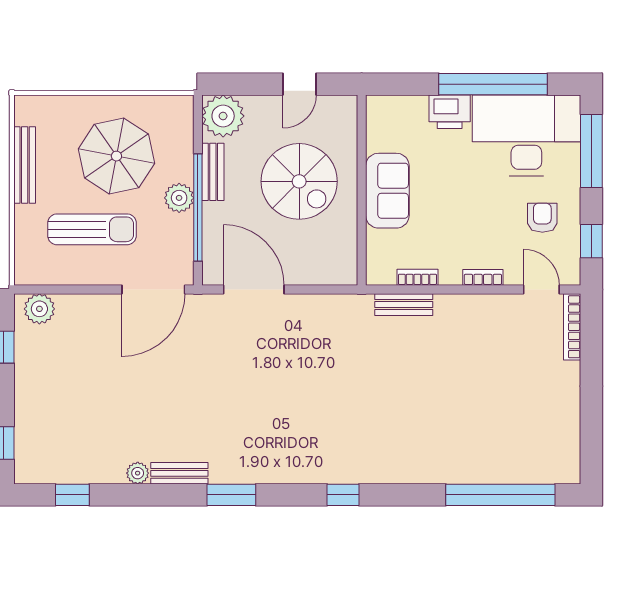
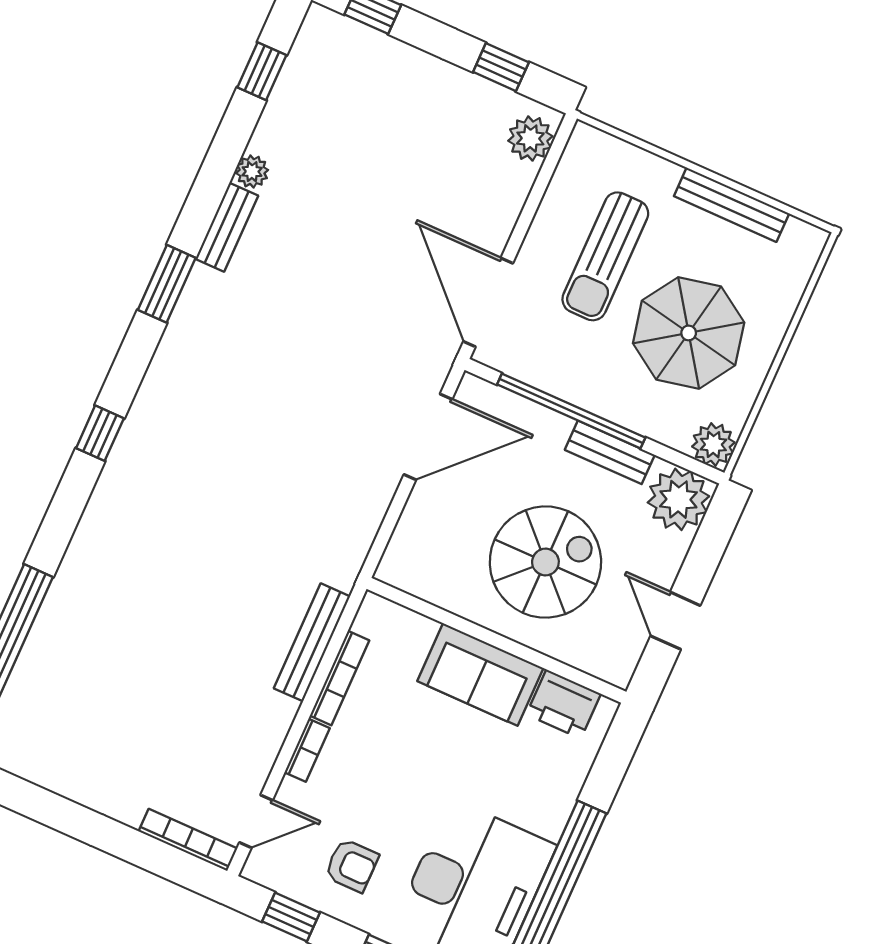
printer: (450, 112) -> (564, 704), moved, turned -90
spiral stairs: (299, 181) -> (545, 562), turned 180
plant: (179, 198) -> (713, 445), moved
bookcase: (417, 277) -> (340, 678), width x1.56
bench: (404, 305) -> (312, 642), width x1.36

